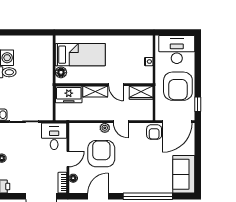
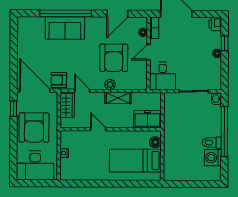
armchair: (178, 86) -> (34, 127), turned 180
shelving: (95, 91) -> (118, 98), moved
wardrobe: (141, 93) -> (67, 105), moved, turned 90
door: (121, 122) -> (82, 91), moved
door: (177, 122) -> (35, 91), hinge flipped
armchair: (154, 132) -> (59, 80), turned -90
sofa: (184, 174) -> (65, 28), moved, turned 90

